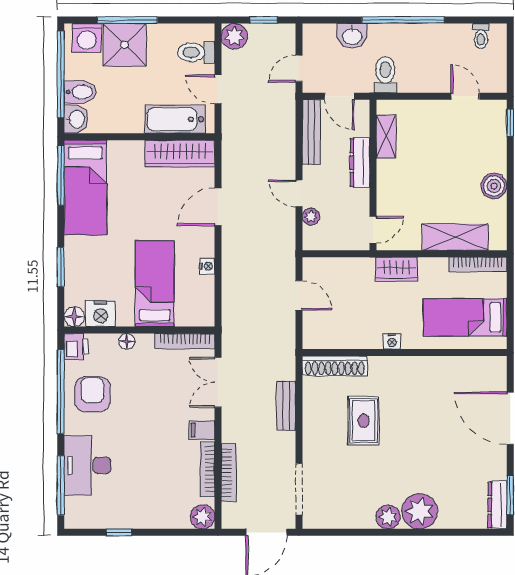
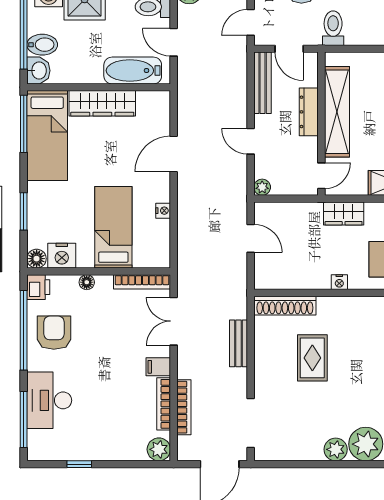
shelving: (386, 137) -> (337, 112), width x2.20, depth x1.33
wardrobe: (180, 154) -> (102, 103), moved
plant: (311, 217) -> (262, 187), moved

